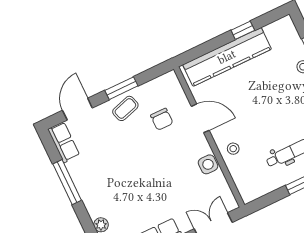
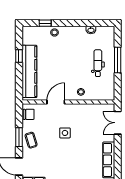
chair: (162, 119) -> (29, 114), moved
side table: (208, 164) -> (65, 133), moved

